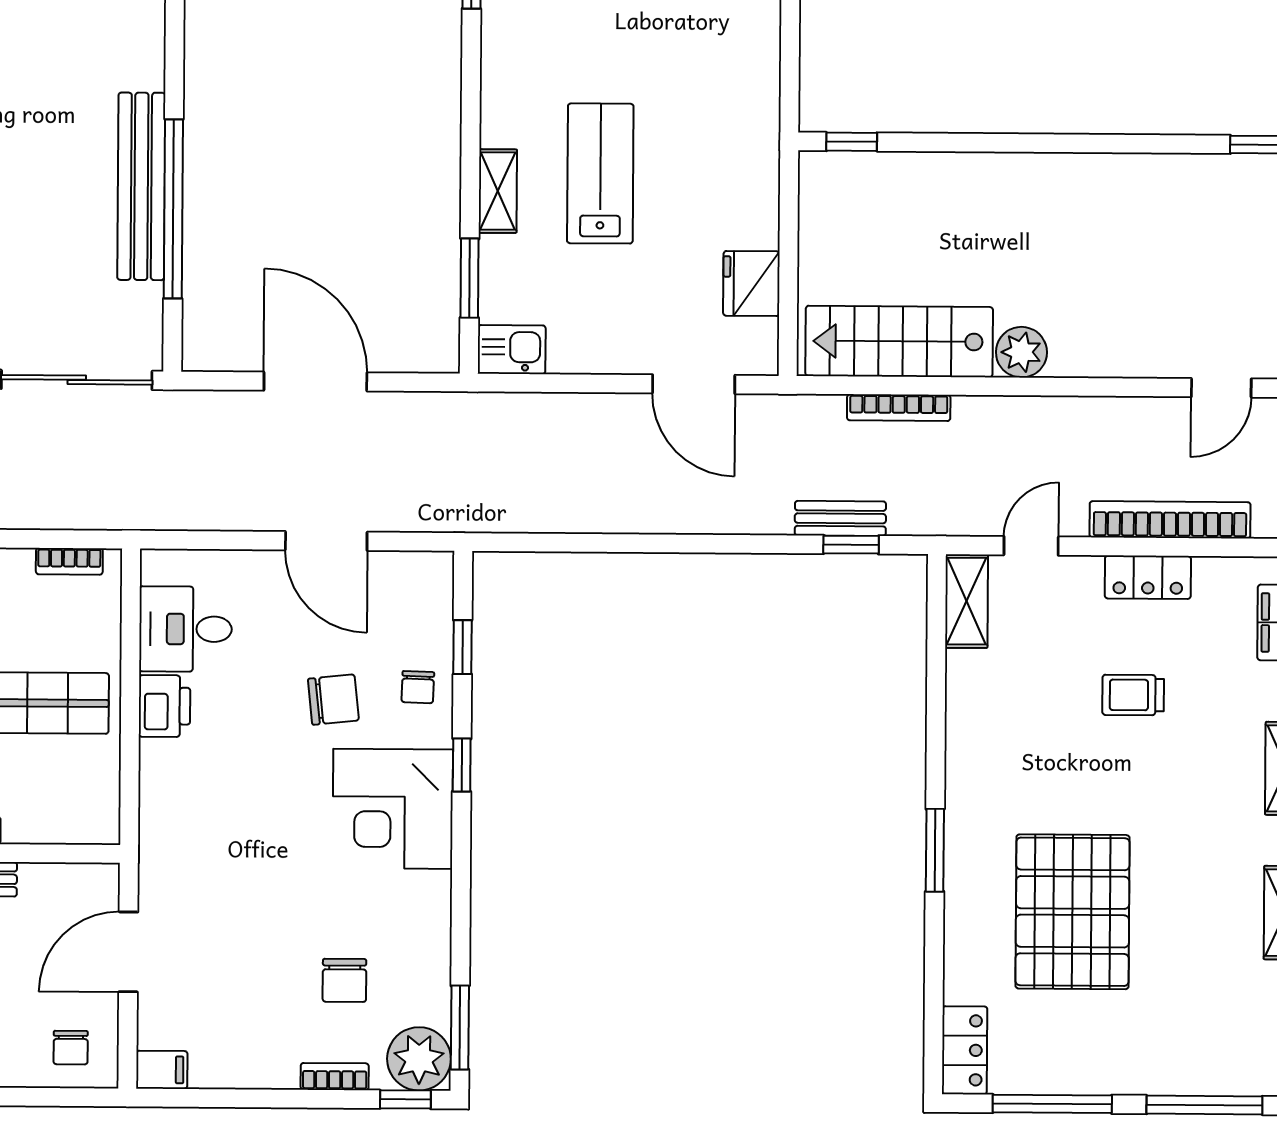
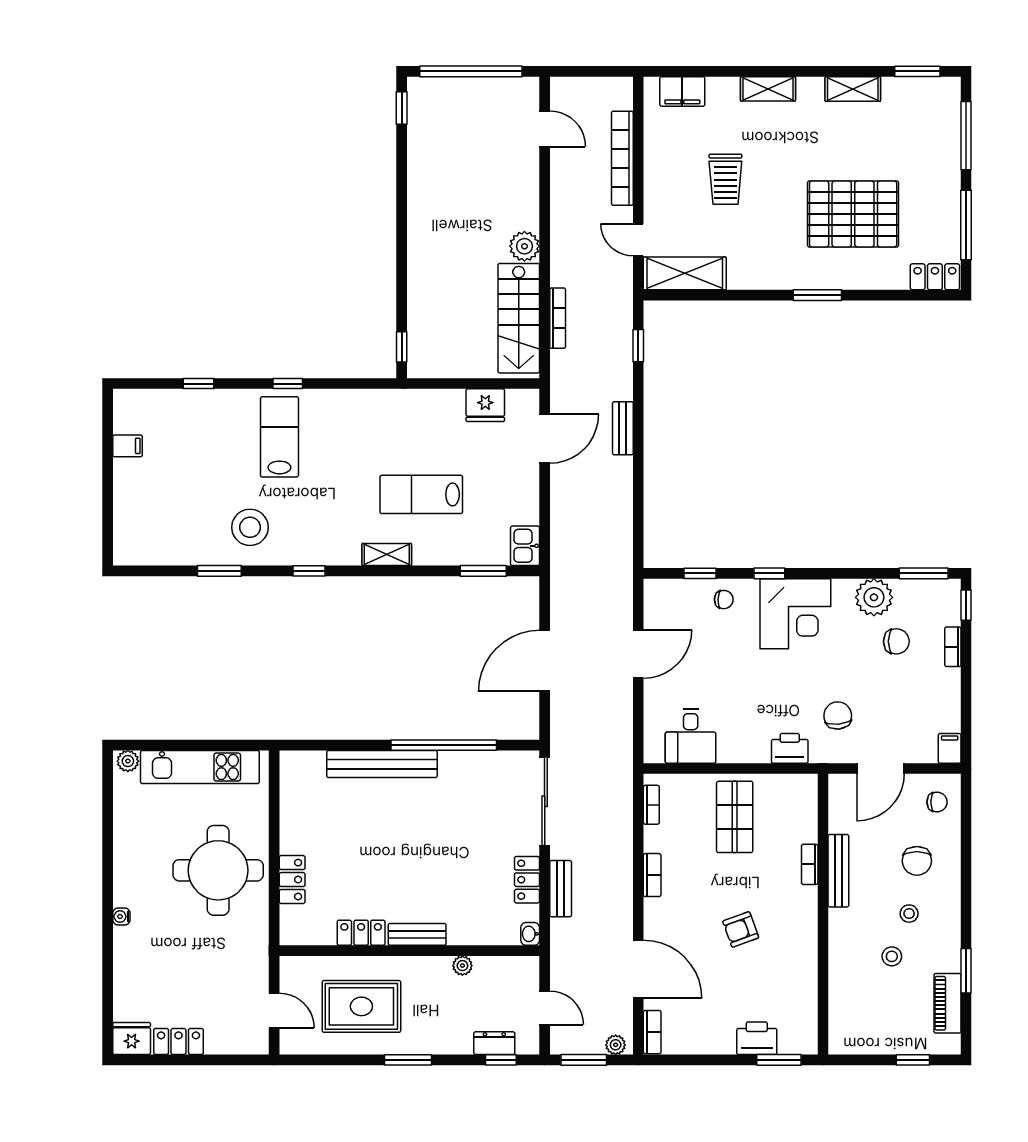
bench: (141, 186) -> (382, 764), moved
shelving: (498, 191) -> (387, 555), moved
bench: (840, 518) -> (623, 428), moved
locker: (1148, 577) -> (656, 171), removed
shelving: (967, 601) -> (685, 273), width x1.50, depth x1.33
trolley: (1133, 695) -> (725, 179), width x1.36, depth x1.39
chair: (333, 700) -> (838, 715), moved
printer: (164, 706) -> (790, 748), moved
door: (128, 952) -> (881, 769), hinge flipped
plant: (419, 1059) -> (874, 597), moved

